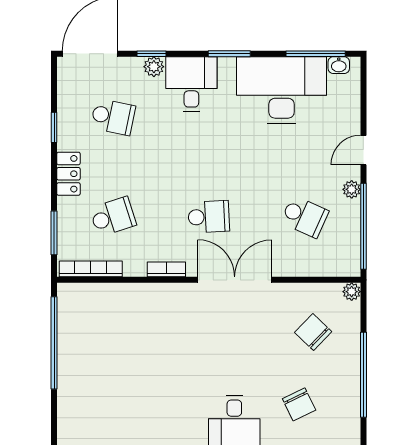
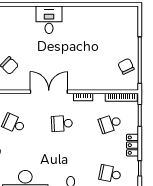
double door: (235, 280) -> (49, 92), swing flipped
chair: (299, 404) -> (126, 66), moved

